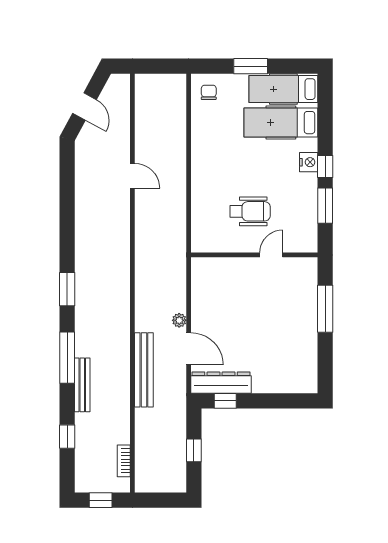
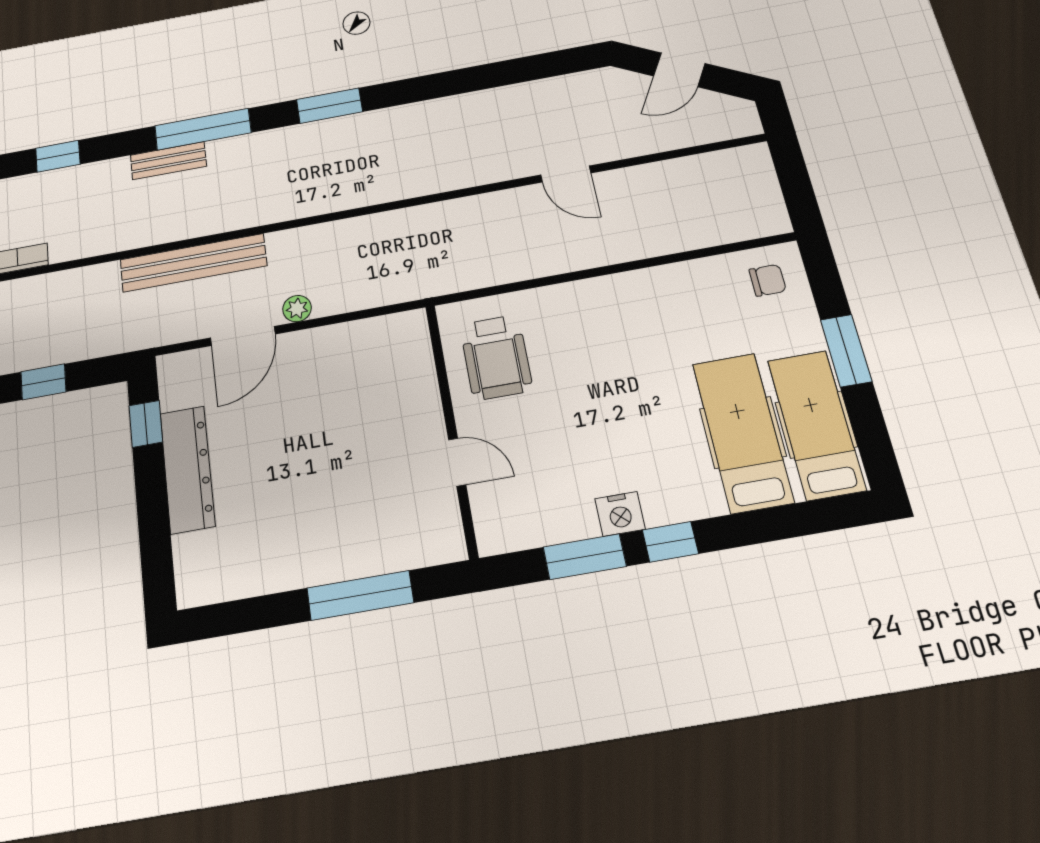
nightstand: (309, 162) -> (620, 514), moved
door: (132, 176) -> (566, 174), hinge flipped
wheelchair: (250, 211) -> (496, 357), moved
dresser: (221, 383) -> (187, 469), moved
bench: (82, 385) -> (168, 161), width x0.73

